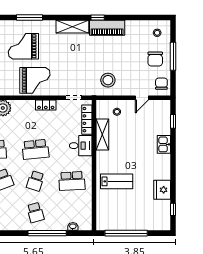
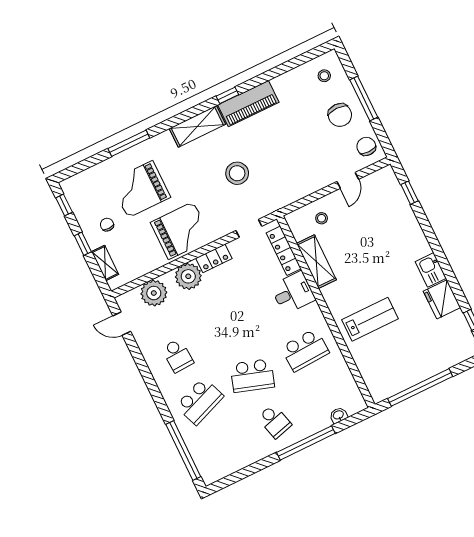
stool: (108, 80) -> (237, 173), moved
plant: (27, 108) -> (188, 276), added
kitchen sink: (164, 144) -> (431, 270), moved
school desk: (35, 149) -> (230, 330), removed
school desk: (35, 181) -> (252, 376), width x1.85

